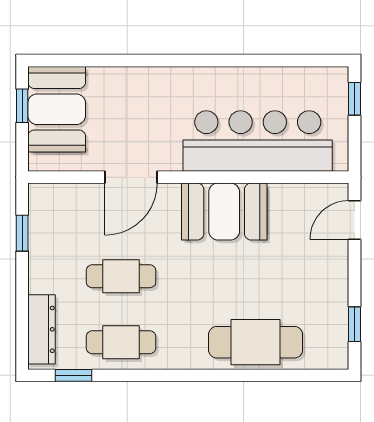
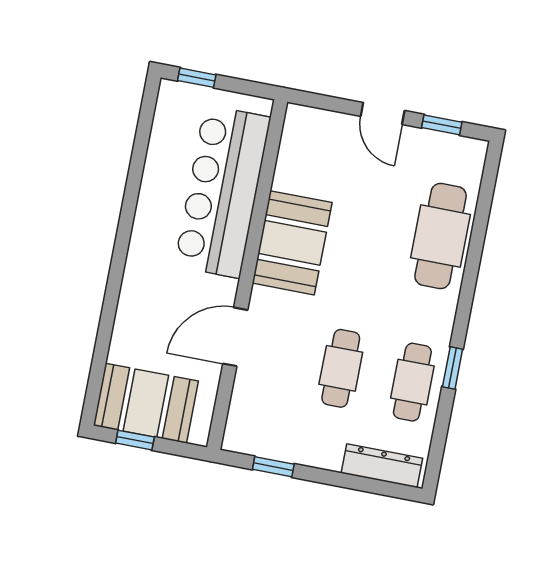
door: (131, 177) -> (235, 337), swing flipped
door: (354, 220) -> (383, 113), moved
window: (73, 375) -> (453, 368), moved

